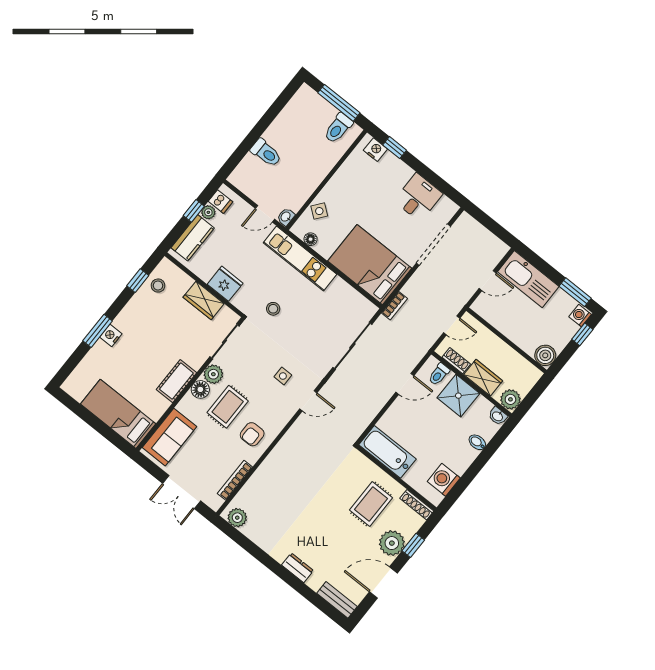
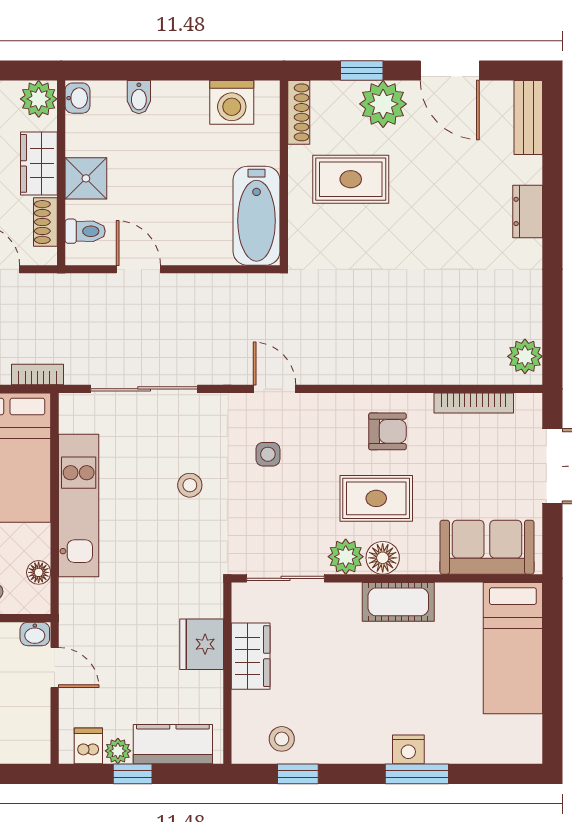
kitchen unit: (300, 258) -> (79, 506), moved
stool: (273, 309) -> (190, 485), moved
shower: (458, 396) -> (86, 178), width x0.73, depth x0.73

